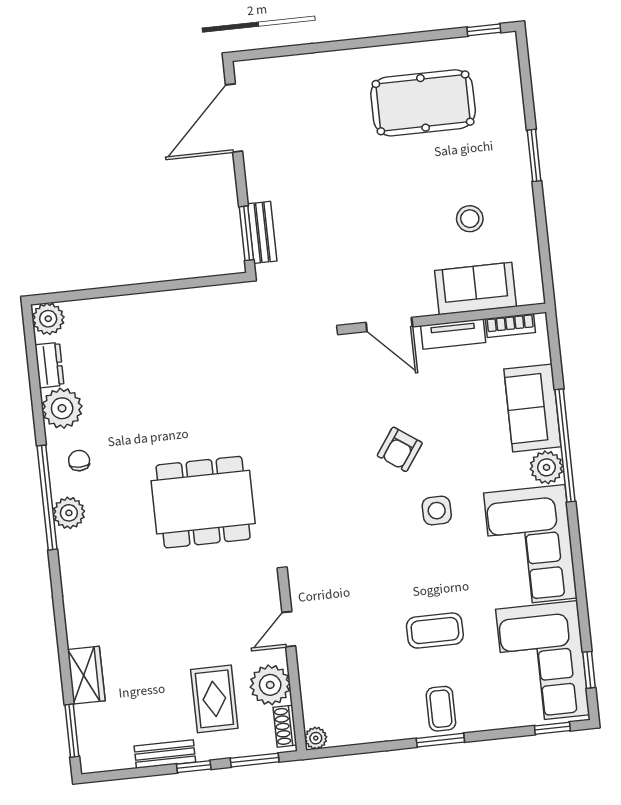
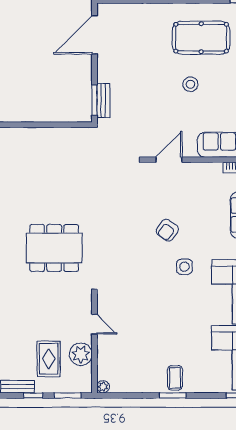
stool: (470, 219) -> (190, 84), moved
door: (389, 325) -> (169, 160), swing flipped
tv unit: (453, 334) -> (204, 169), removed
door: (289, 629) -> (94, 324), swing flipped
coffee table: (435, 631) -> (176, 334), removed
shoe rack: (285, 726) -> (87, 378), removed

